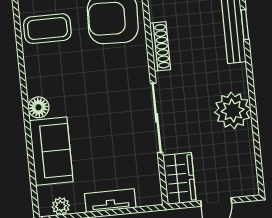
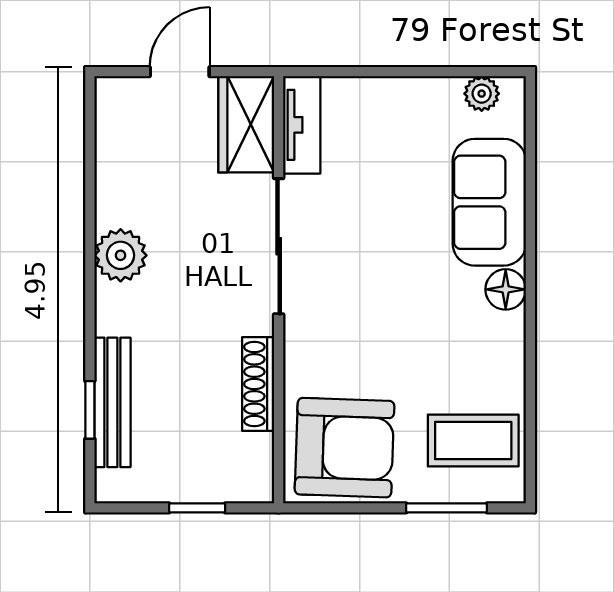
plant: (233, 111) -> (121, 255), width x0.73, depth x0.73
tv unit: (110, 201) -> (302, 125), moved, turned -90

